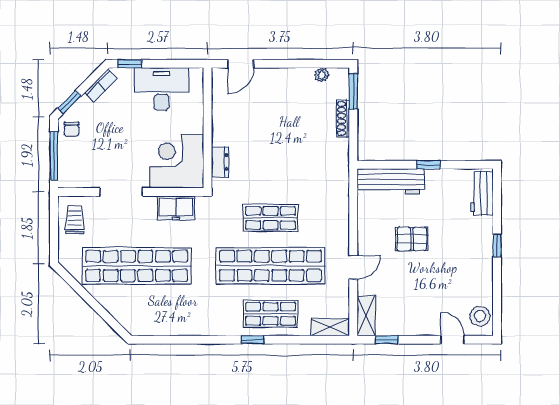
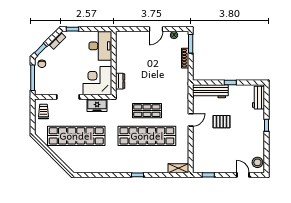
door: (241, 64) -> (156, 29), moved
desk: (162, 89) -> (100, 46), moved, turned 90
door: (353, 267) -> (191, 120), moved
shop shelf: (271, 314) -> (147, 161), removed
shelving: (366, 316) -> (197, 162), removed

